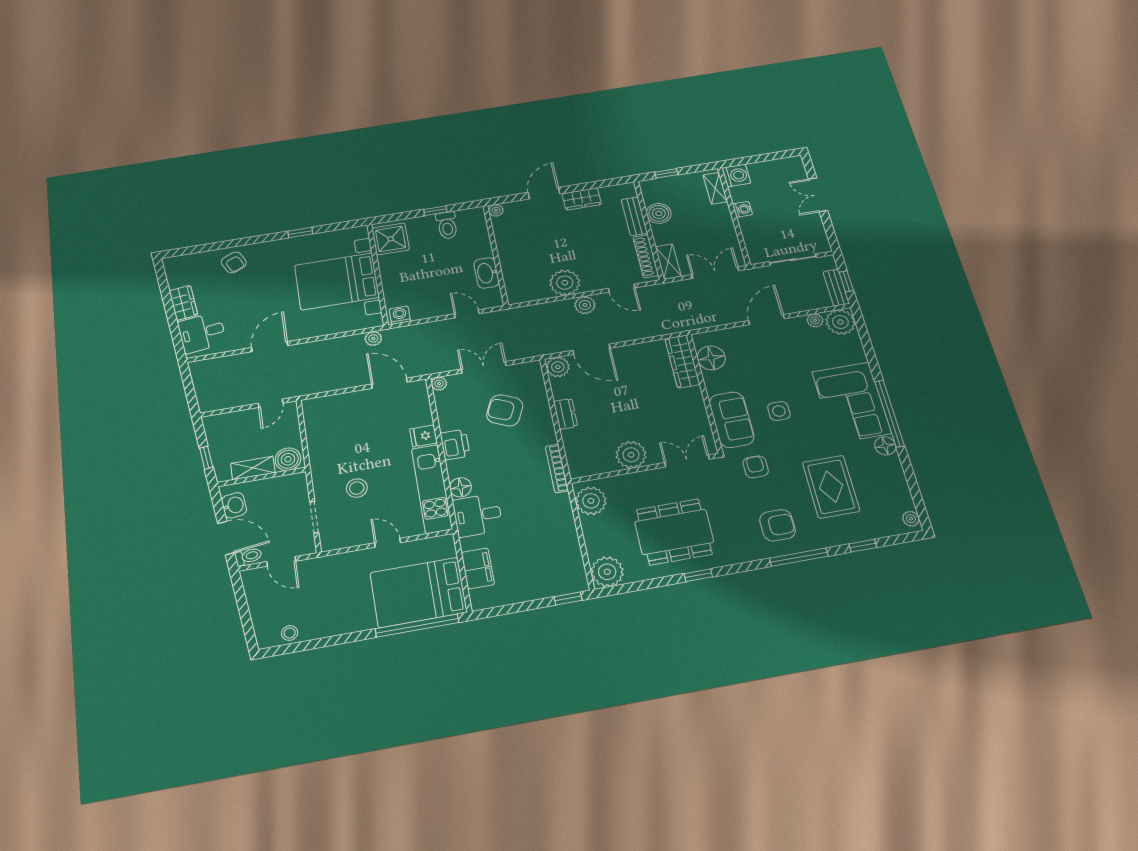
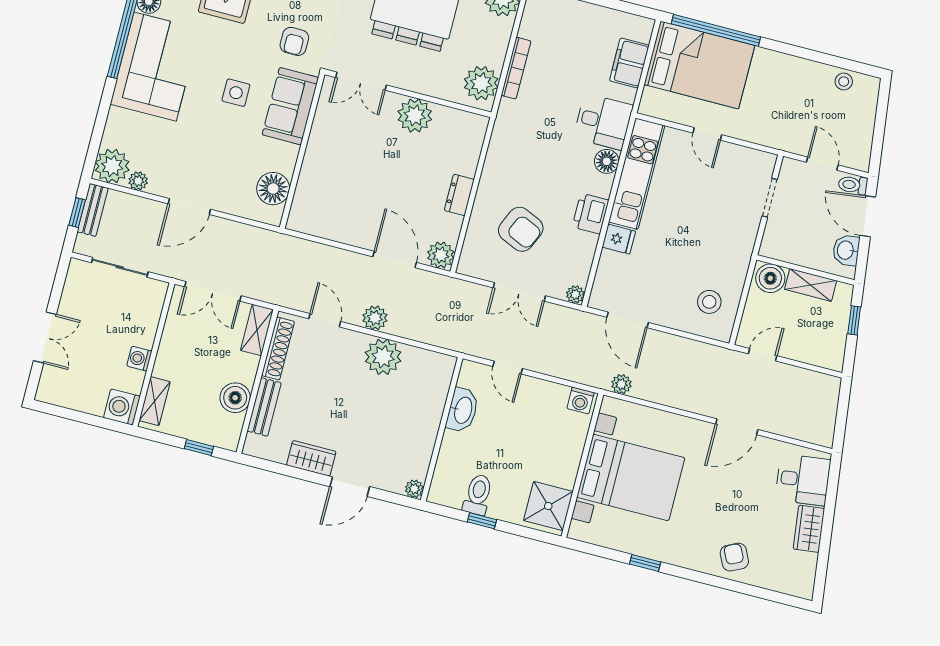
wardrobe: (682, 361) -> (306, 199), removed
bookcase: (557, 468) -> (516, 68), moved
stool: (357, 488) -> (709, 302), moved

